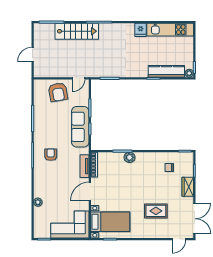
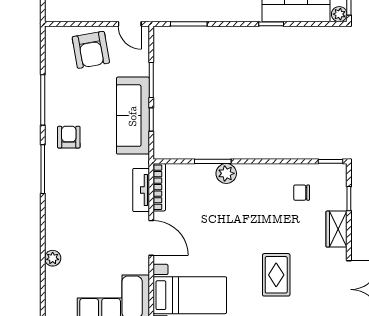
door: (79, 78) -> (130, 24), hinge flipped
armchair: (51, 155) -> (69, 137), moved
door: (90, 191) -> (151, 238), swing flipped
rug: (156, 211) -> (276, 275), turned 90

